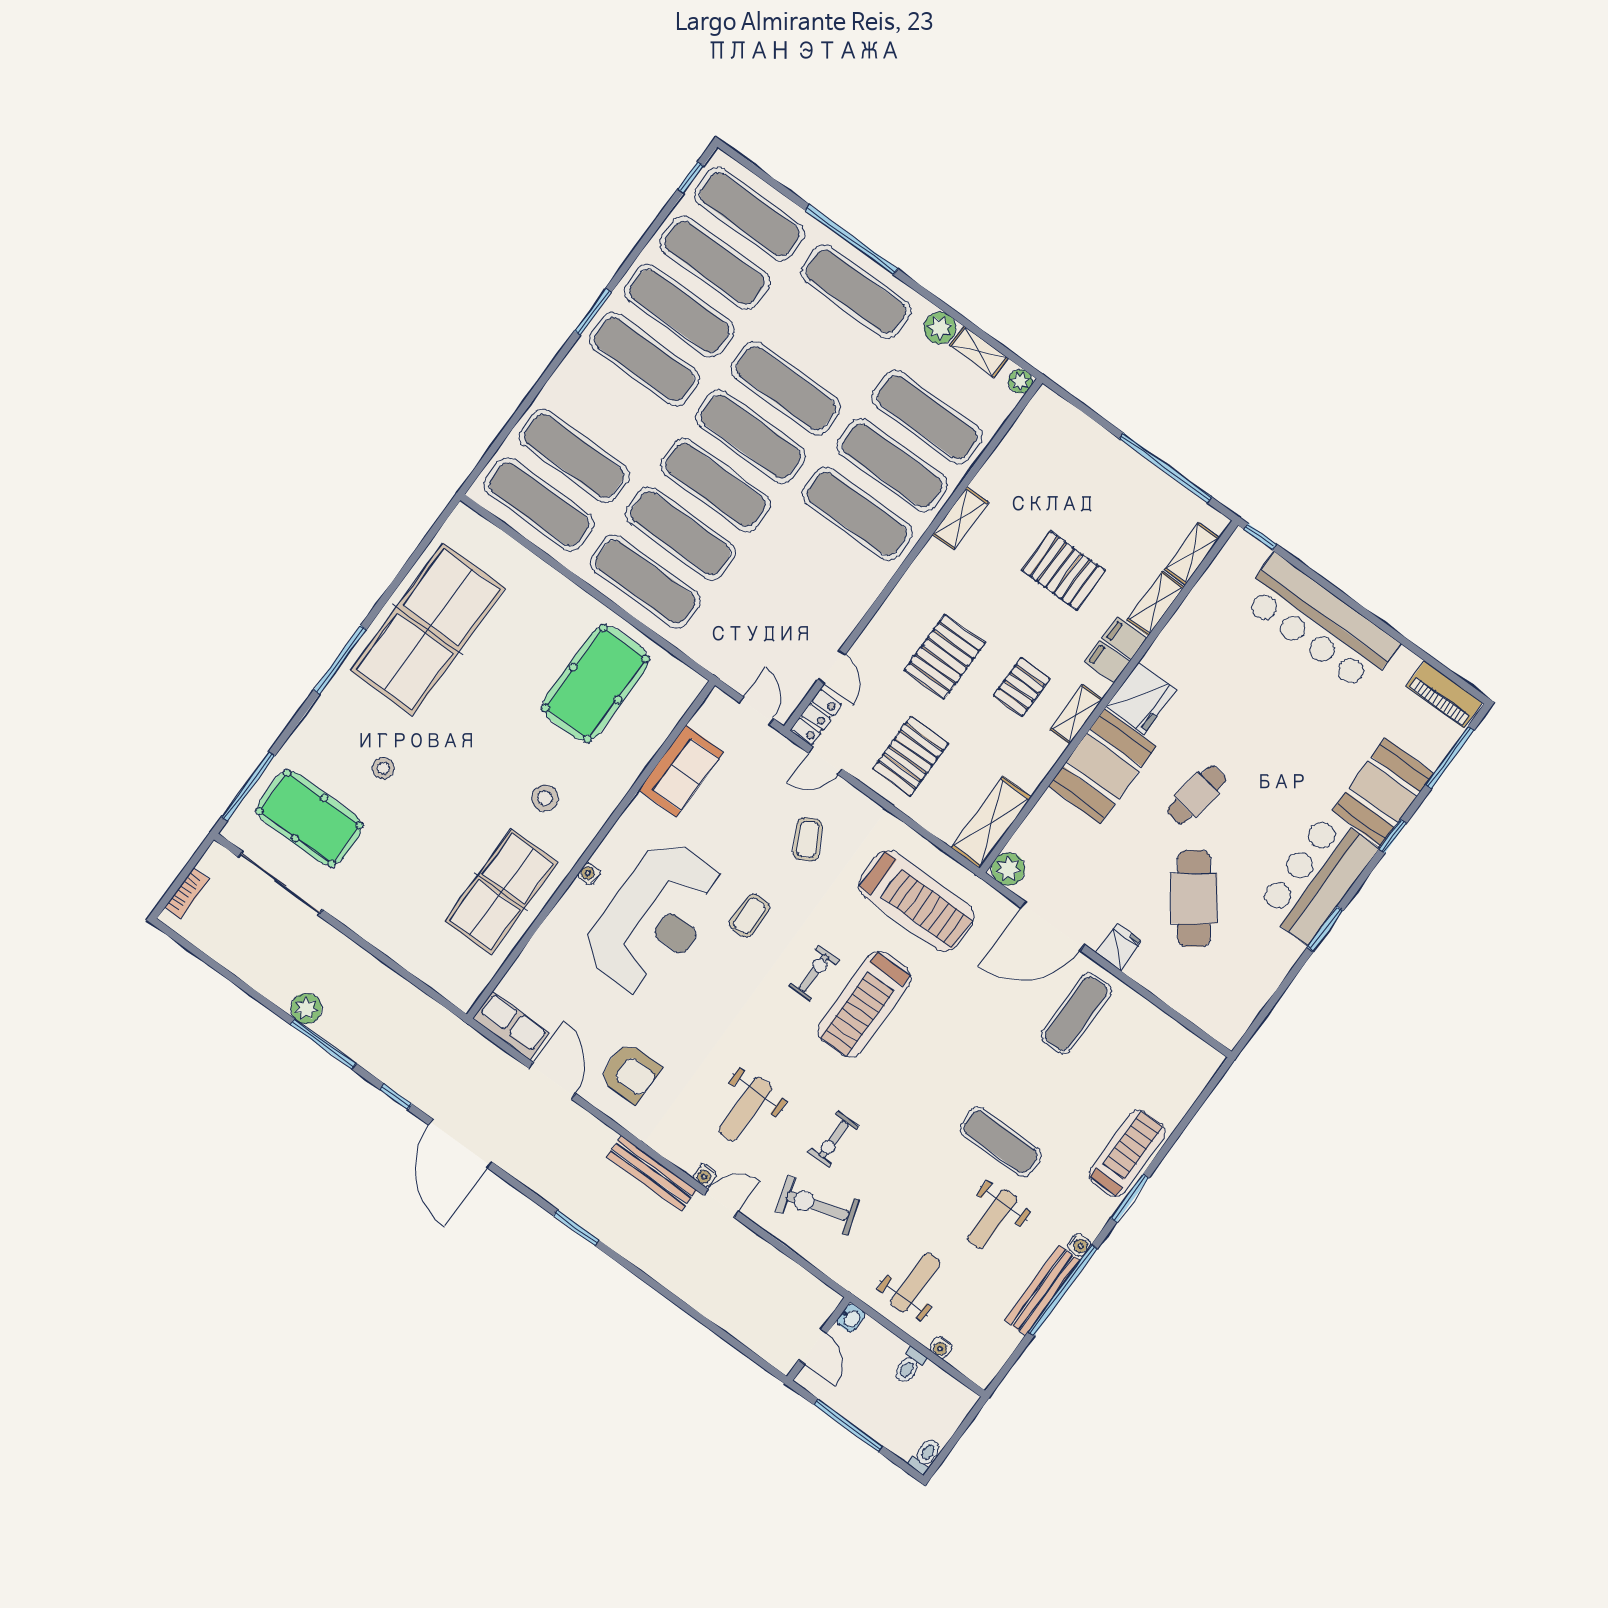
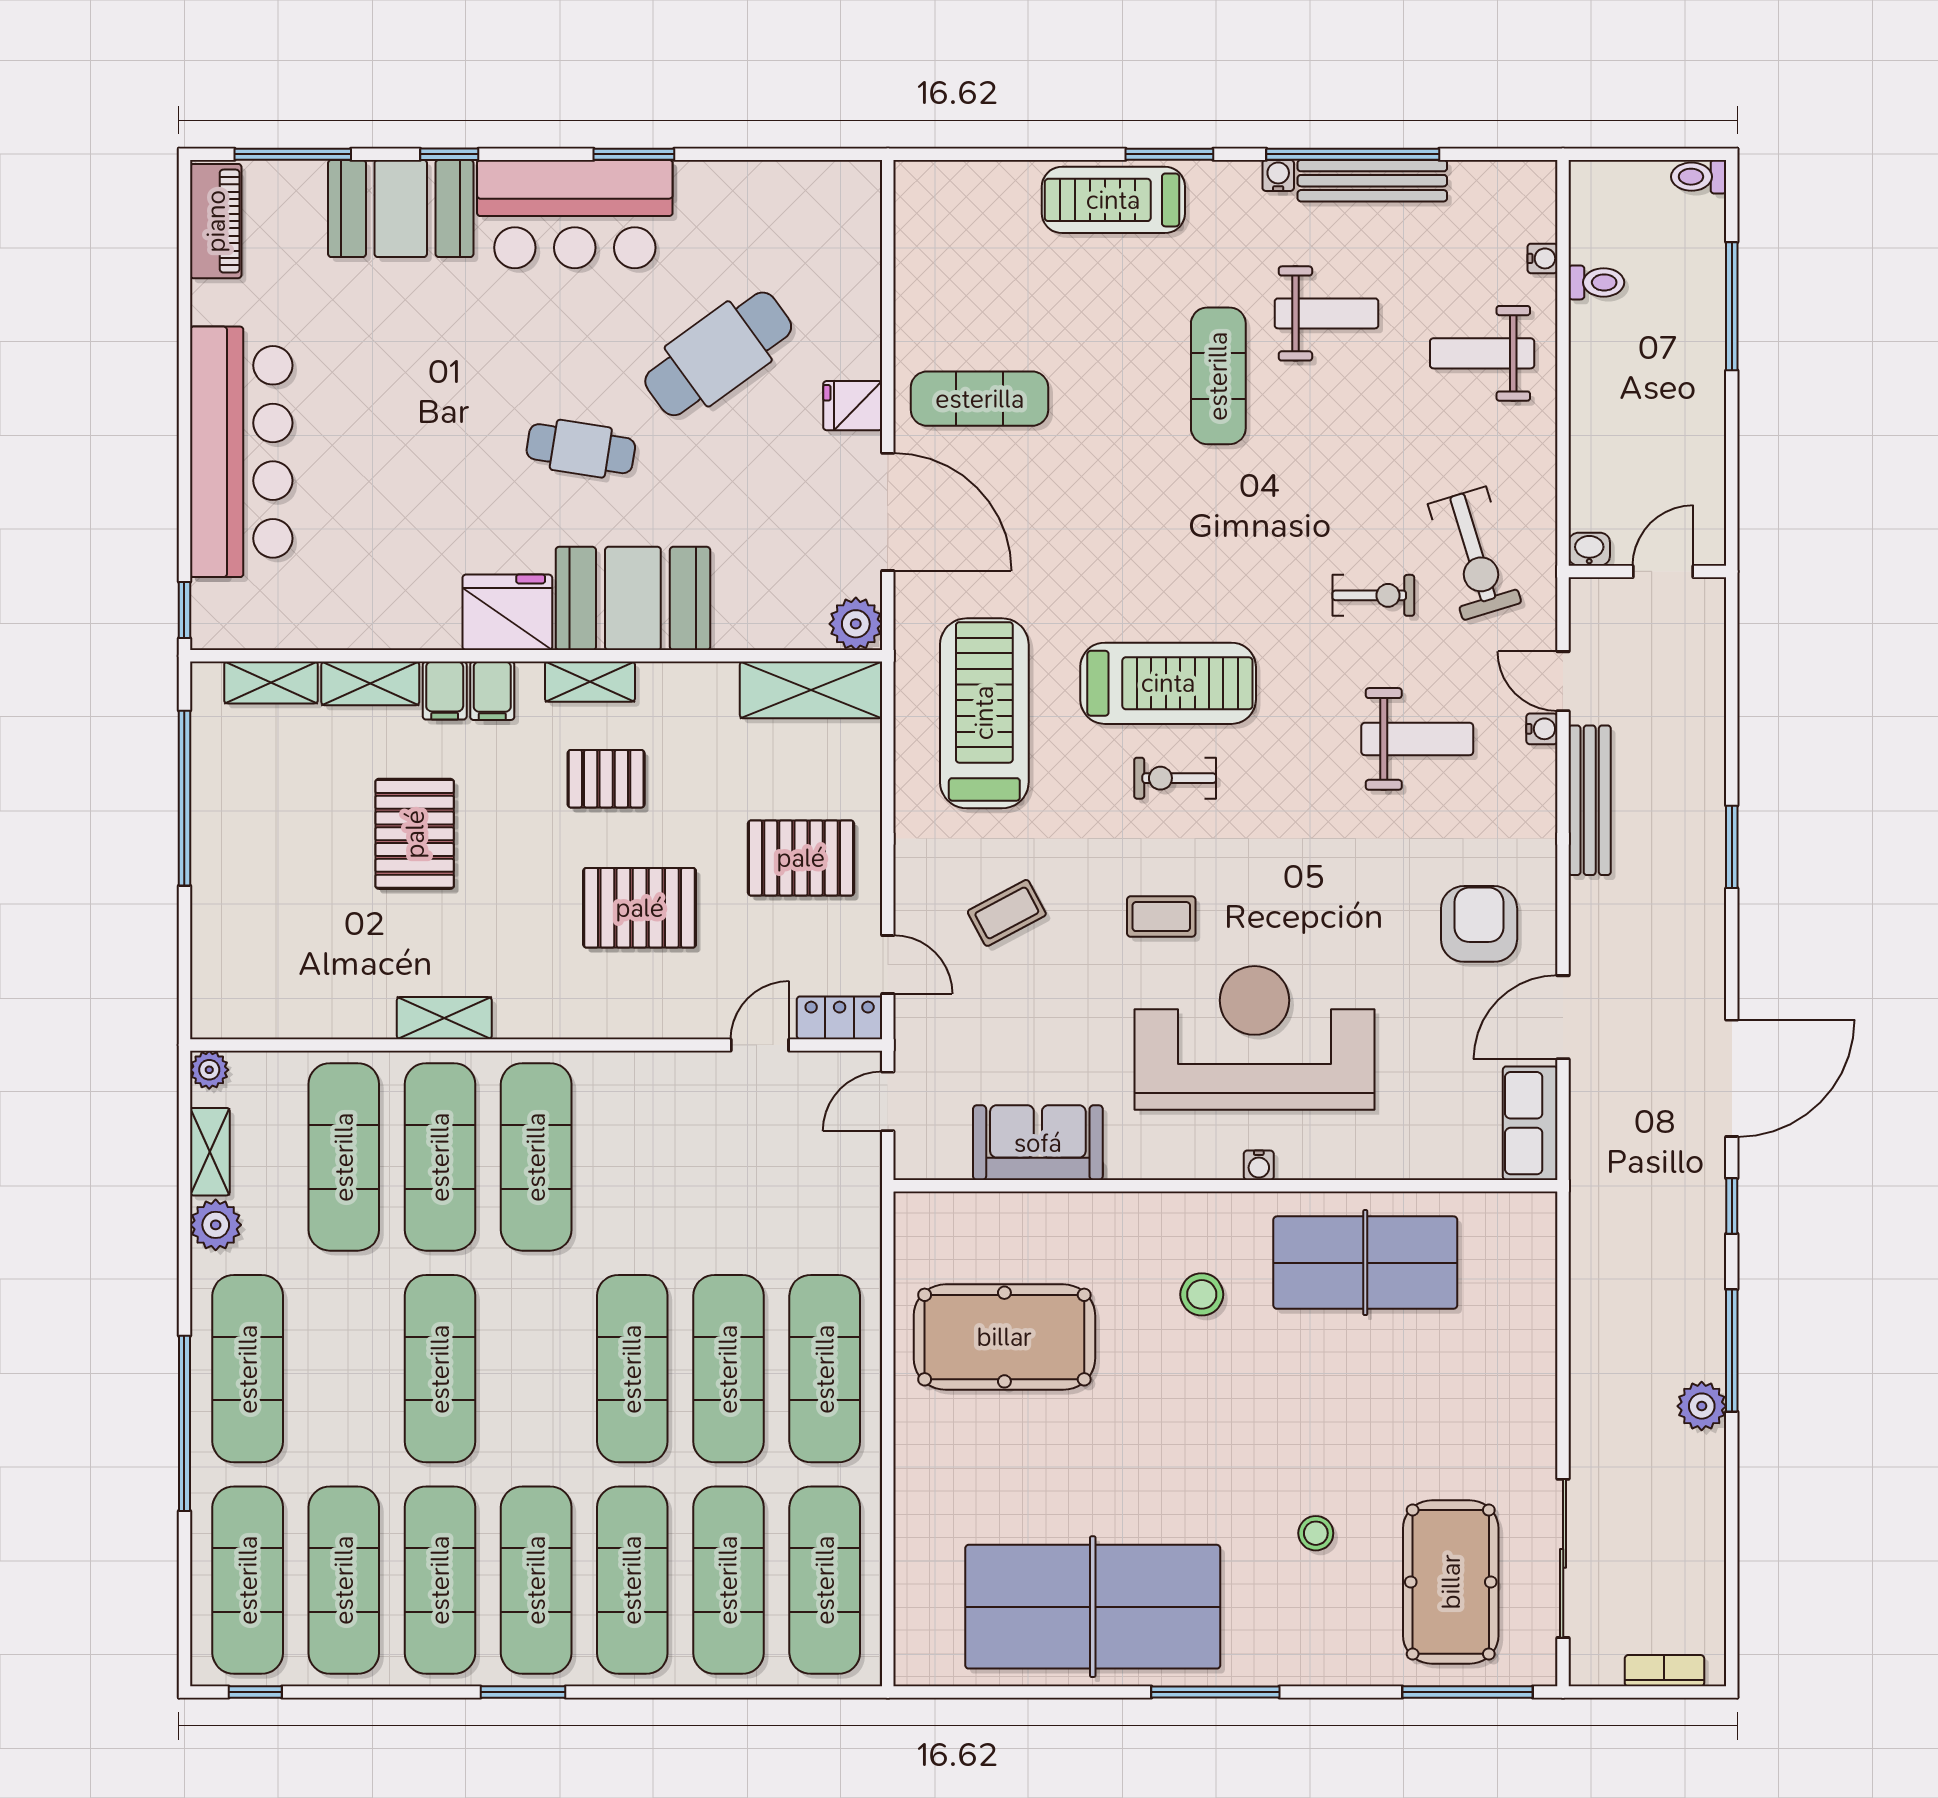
exercise mat: (751, 437) -> (632, 1580), moved
washbasin: (851, 1318) -> (1589, 549), moved
wall: (819, 1339) -> (1647, 571), moved
door: (813, 1347) -> (1663, 571), moved

